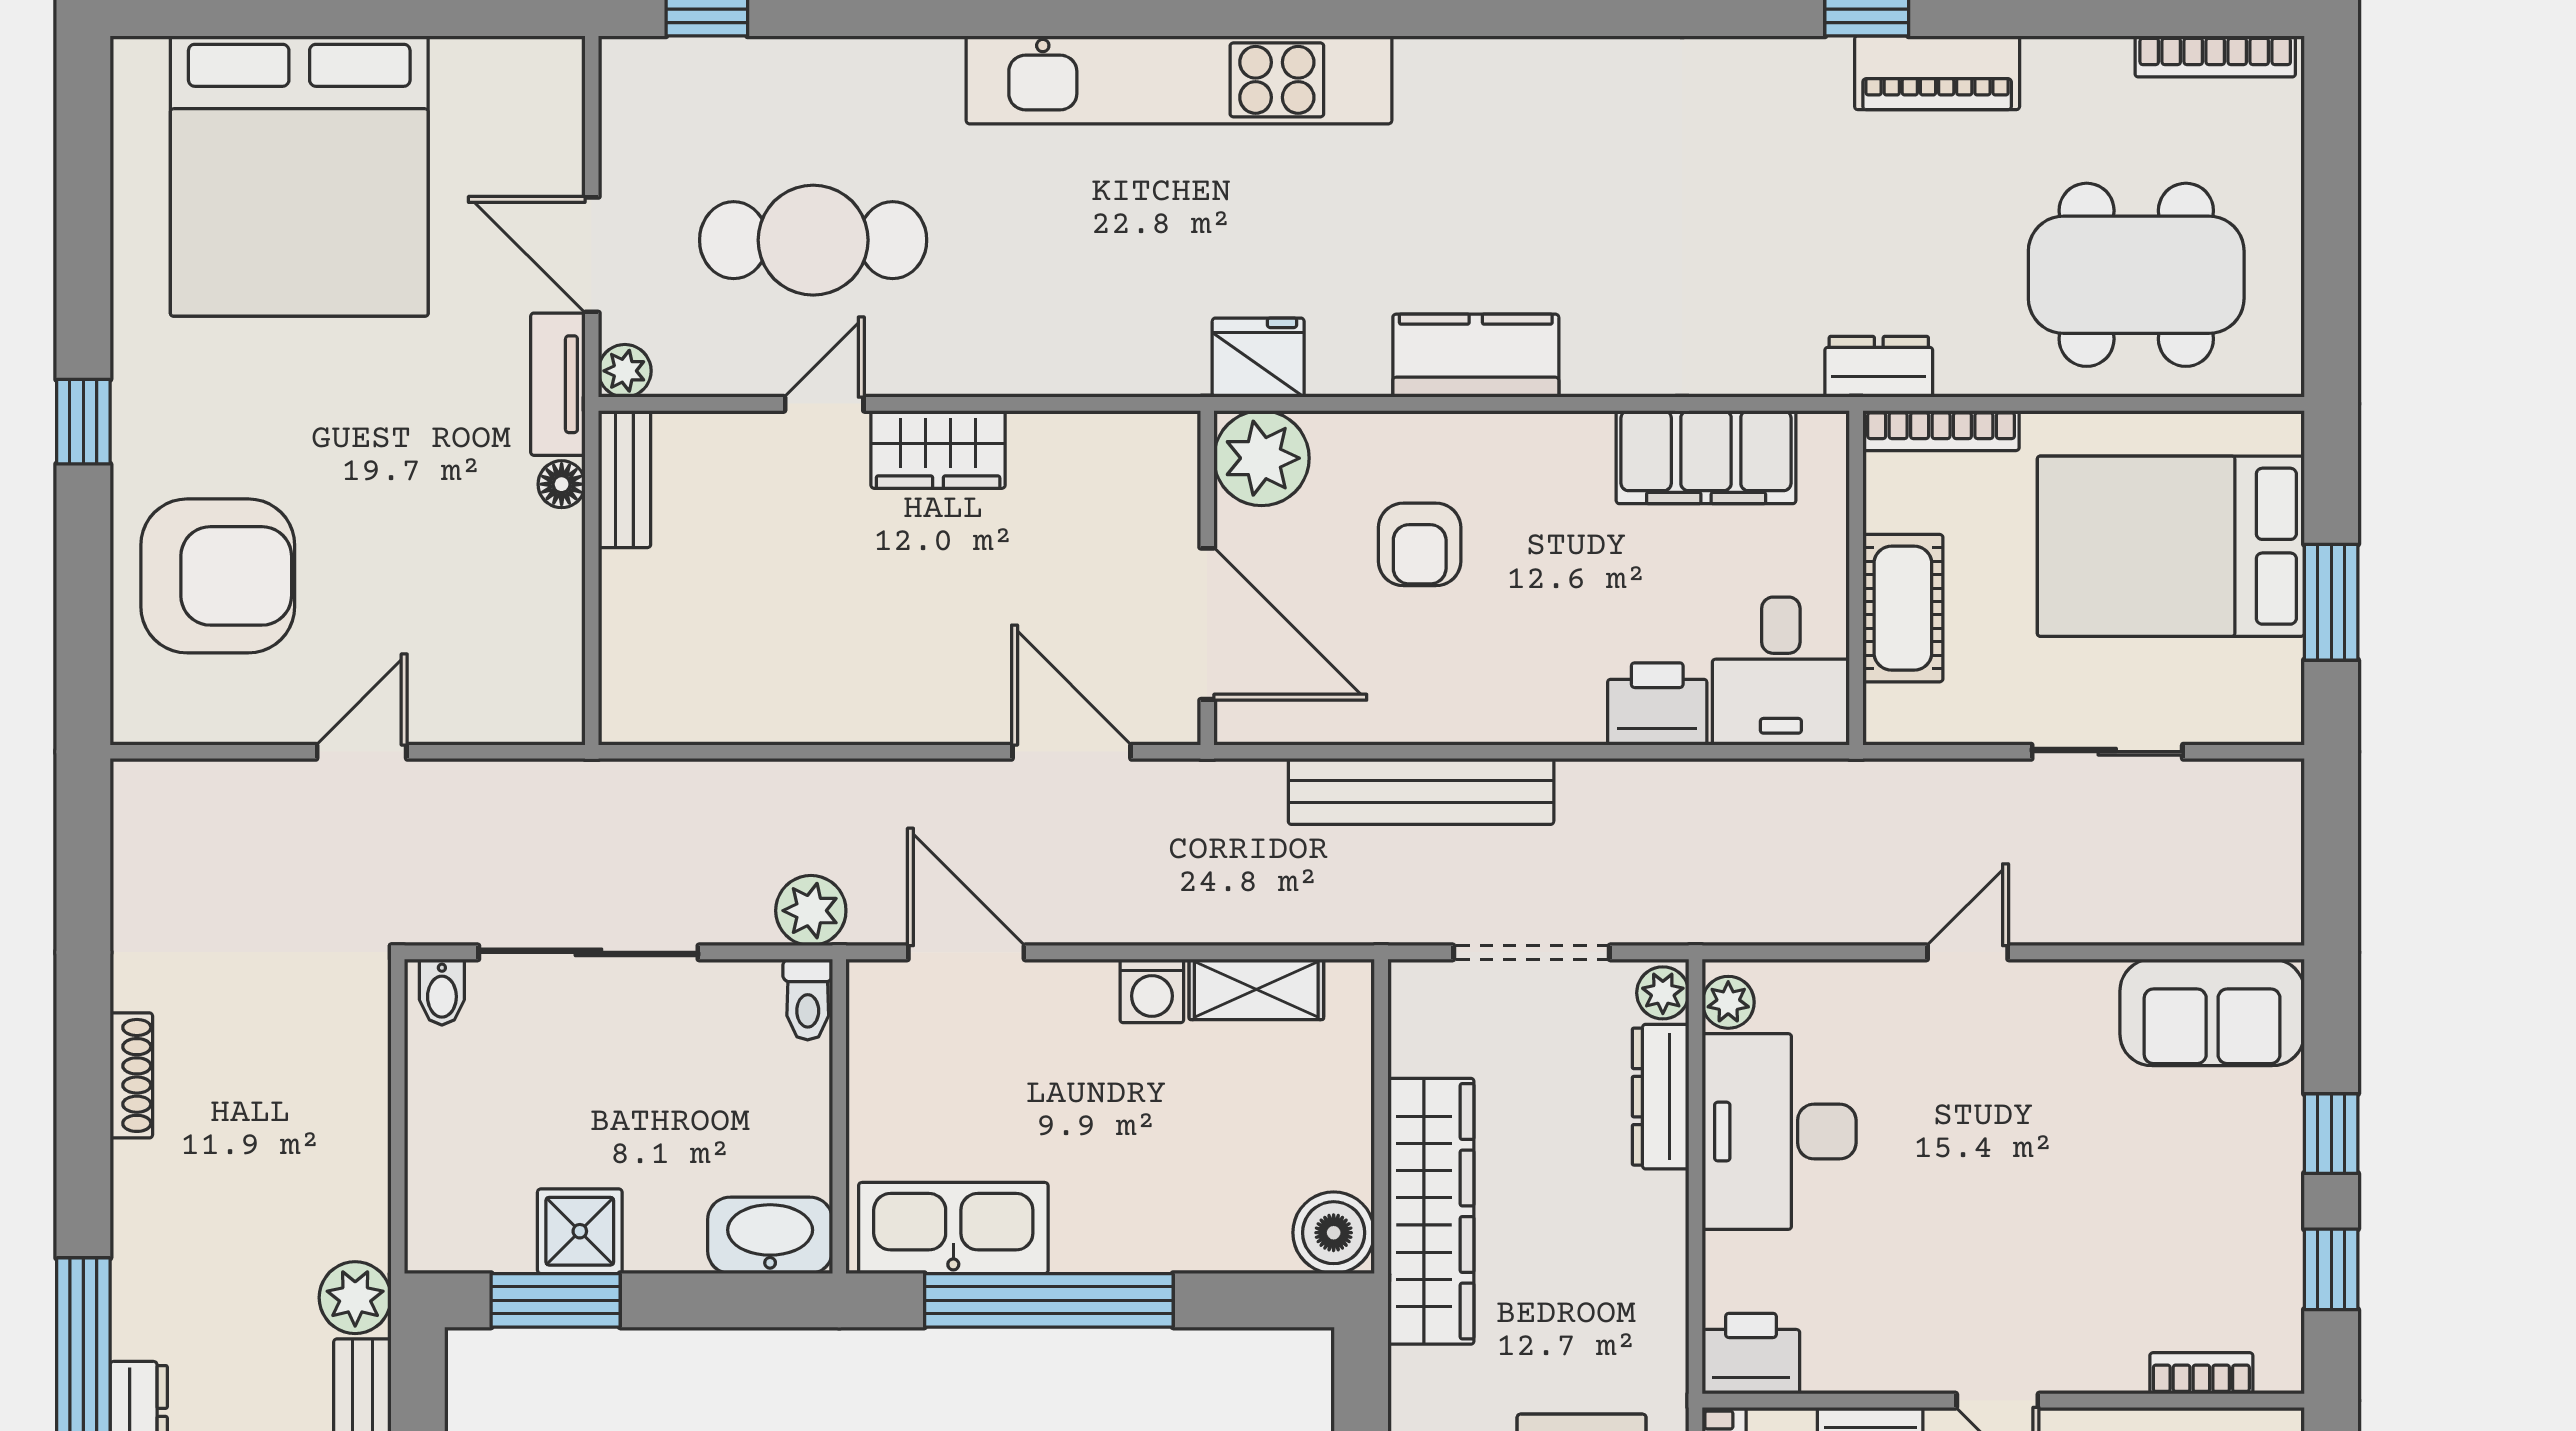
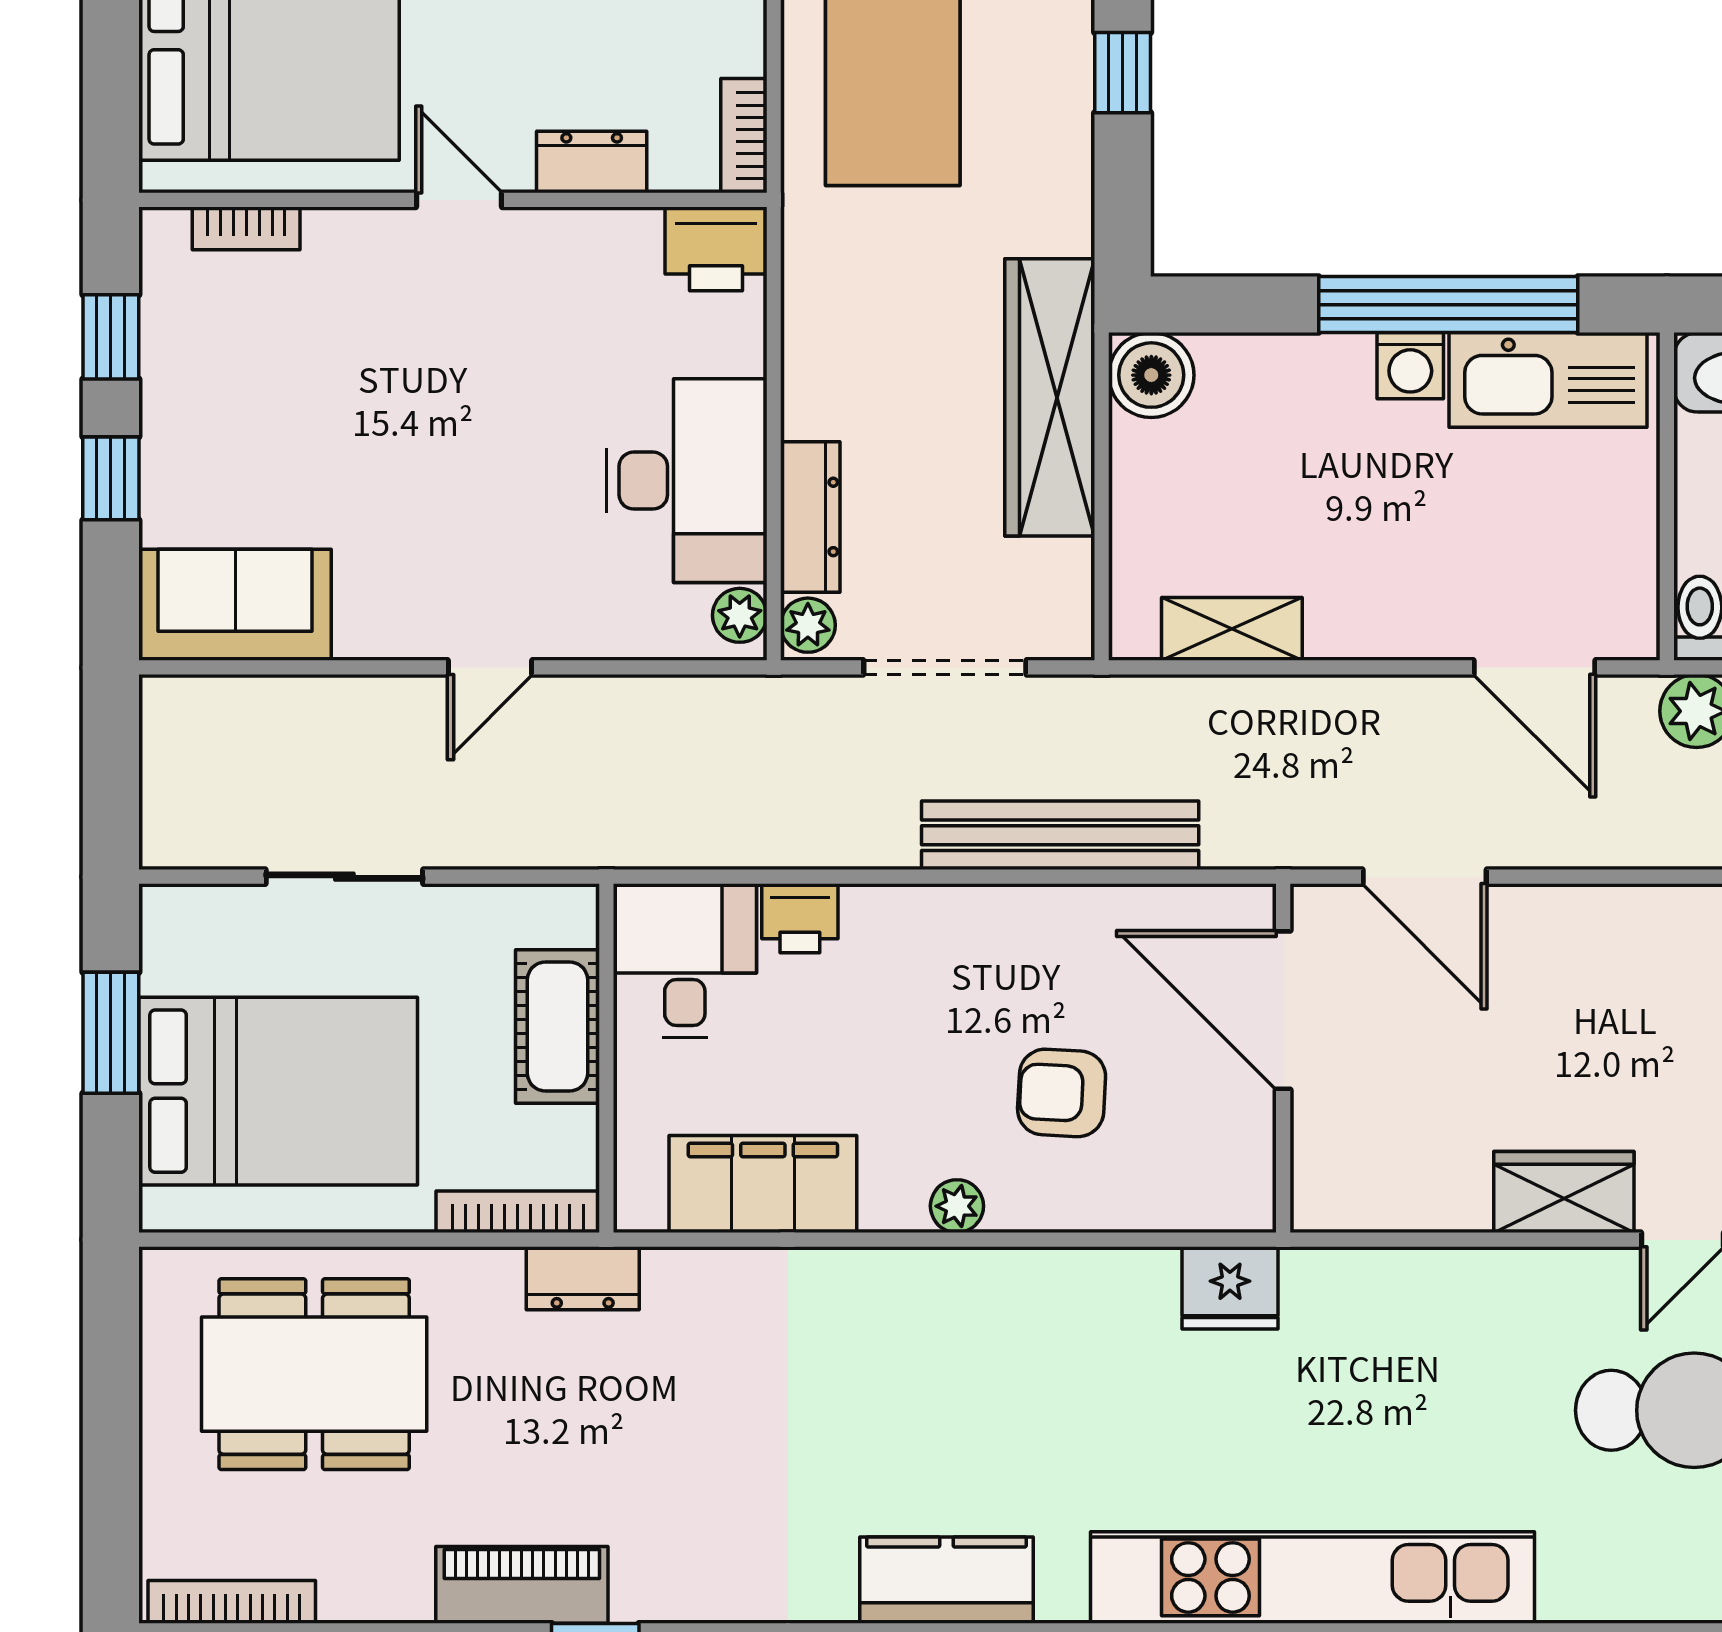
kitchen counter: (1476, 356) -> (946, 1580), moved, turned 180
plant: (1261, 458) -> (957, 1206), moved, width x0.53, depth x0.53
armchair: (1420, 544) -> (1062, 1093), turned -87
printer: (1657, 704) -> (800, 918), width x0.73, depth x0.81
washing machine: (1152, 991) -> (1410, 366), moved, turned 180

